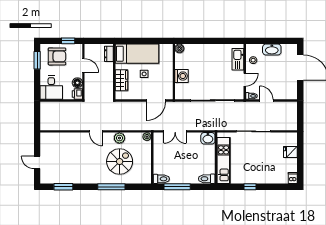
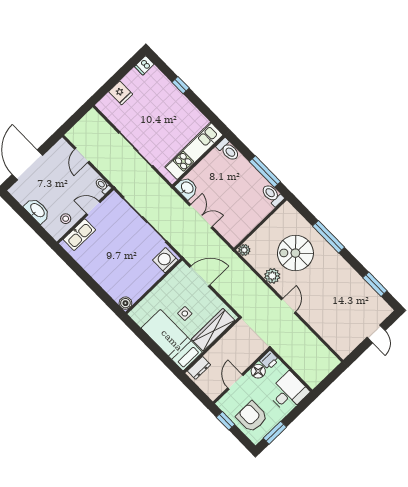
washing machine: (182, 76) -> (165, 260), moved
wardrobe: (121, 80) -> (213, 330), width x1.50
door: (266, 100) -> (82, 155), moved
double door: (175, 131) -> (201, 216), moved
window: (250, 187) -> (181, 85), moved

